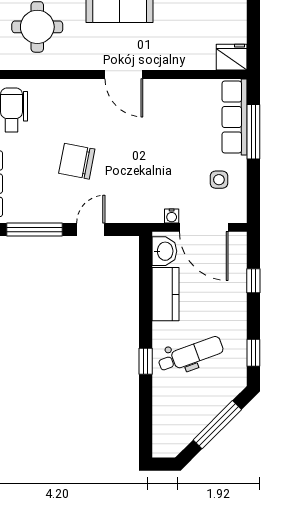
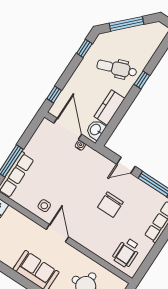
chair: (77, 161) -> (110, 205), turned 79
side table: (219, 180) -> (44, 206), moved
window: (253, 281) -> (54, 94), moved

